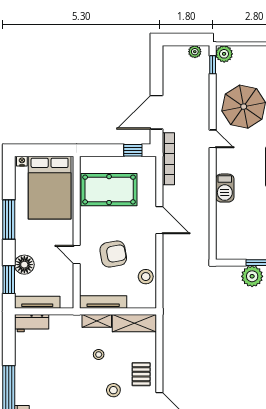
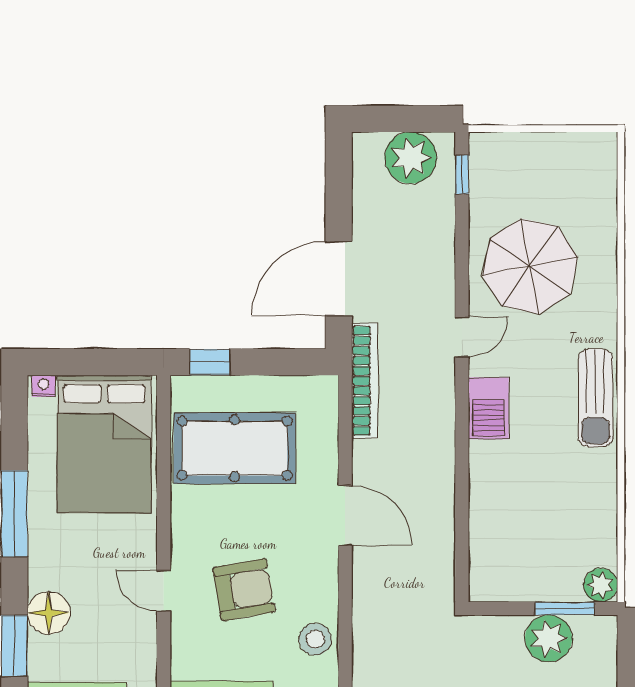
plant: (195, 52) -> (411, 158), width x1.88, depth x1.88
plant: (224, 54) -> (487, 150), removed
door: (213, 139) -> (462, 337), hinge flipped
window: (133, 150) -> (210, 362), moved
barbecue: (225, 188) -> (489, 408), moved

